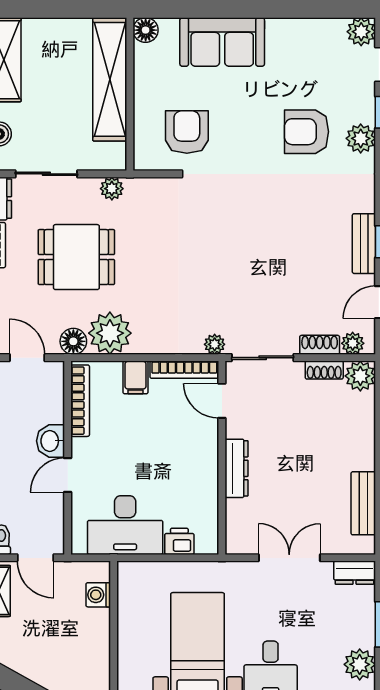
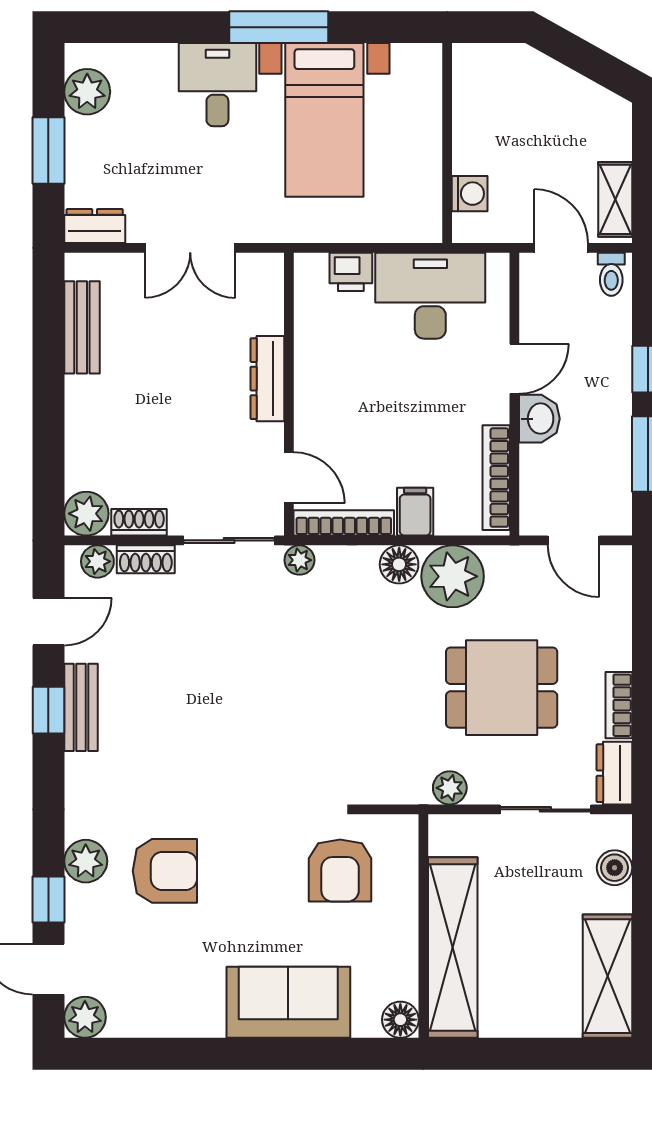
floor lamp: (73, 341) -> (399, 564), moved

